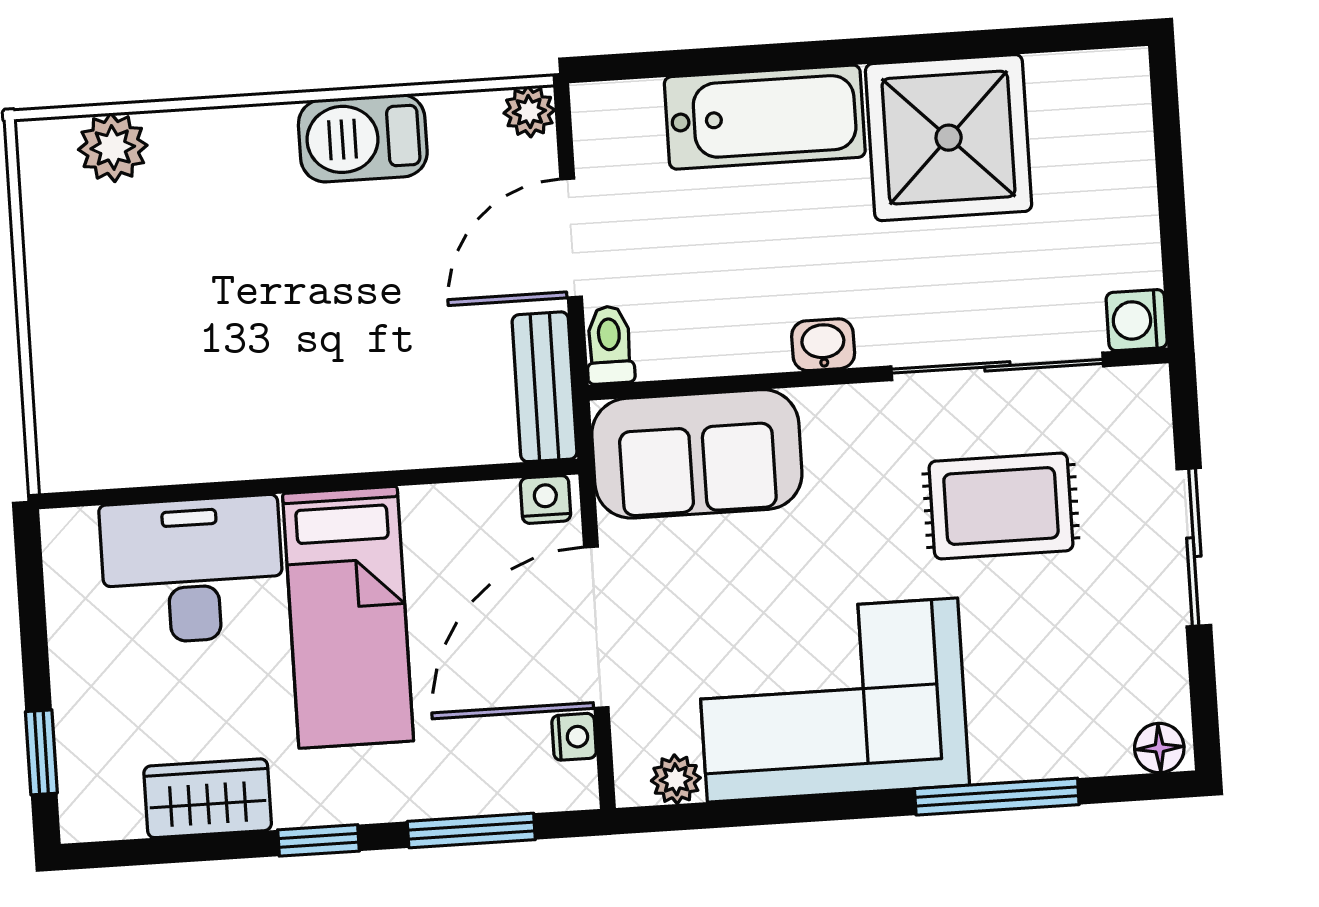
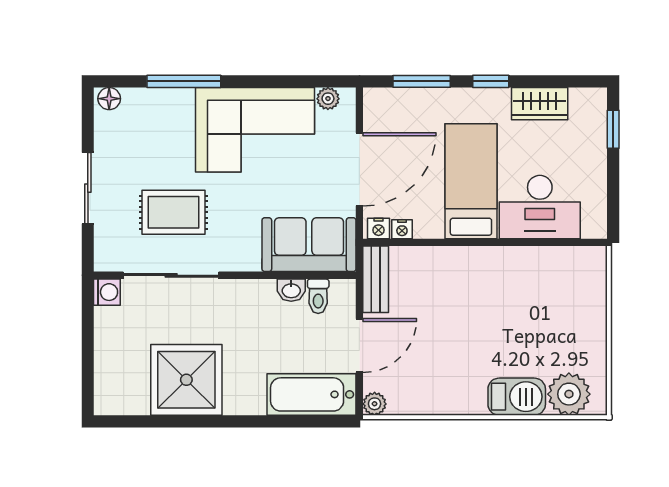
bathtub: (765, 117) -> (312, 394), moved
barbecue: (363, 138) -> (517, 397), moved
plant: (113, 147) -> (569, 394), width x1.36, depth x1.36
toilet: (610, 345) -> (318, 296), moved
washbasin: (823, 345) -> (291, 290), moved
nightstand: (574, 737) -> (402, 229), moved, turned -90

